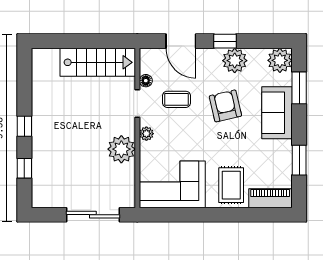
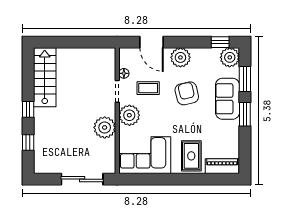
window: (225, 41) -> (220, 42), moved
plant: (235, 61) -> (180, 57), moved
stairs: (98, 62) -> (45, 77), moved, turned -90
plant: (146, 134) -> (129, 115), width x1.87, depth x1.87
window: (299, 160) -> (245, 114), moved

